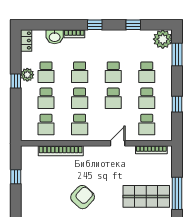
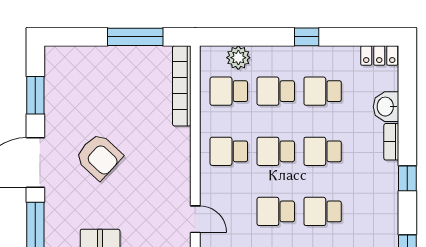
plant: (27, 75) -> (238, 58), moved
bookcase: (61, 151) -> (182, 86), moved
window: (16, 177) -> (135, 37), width x2.17

